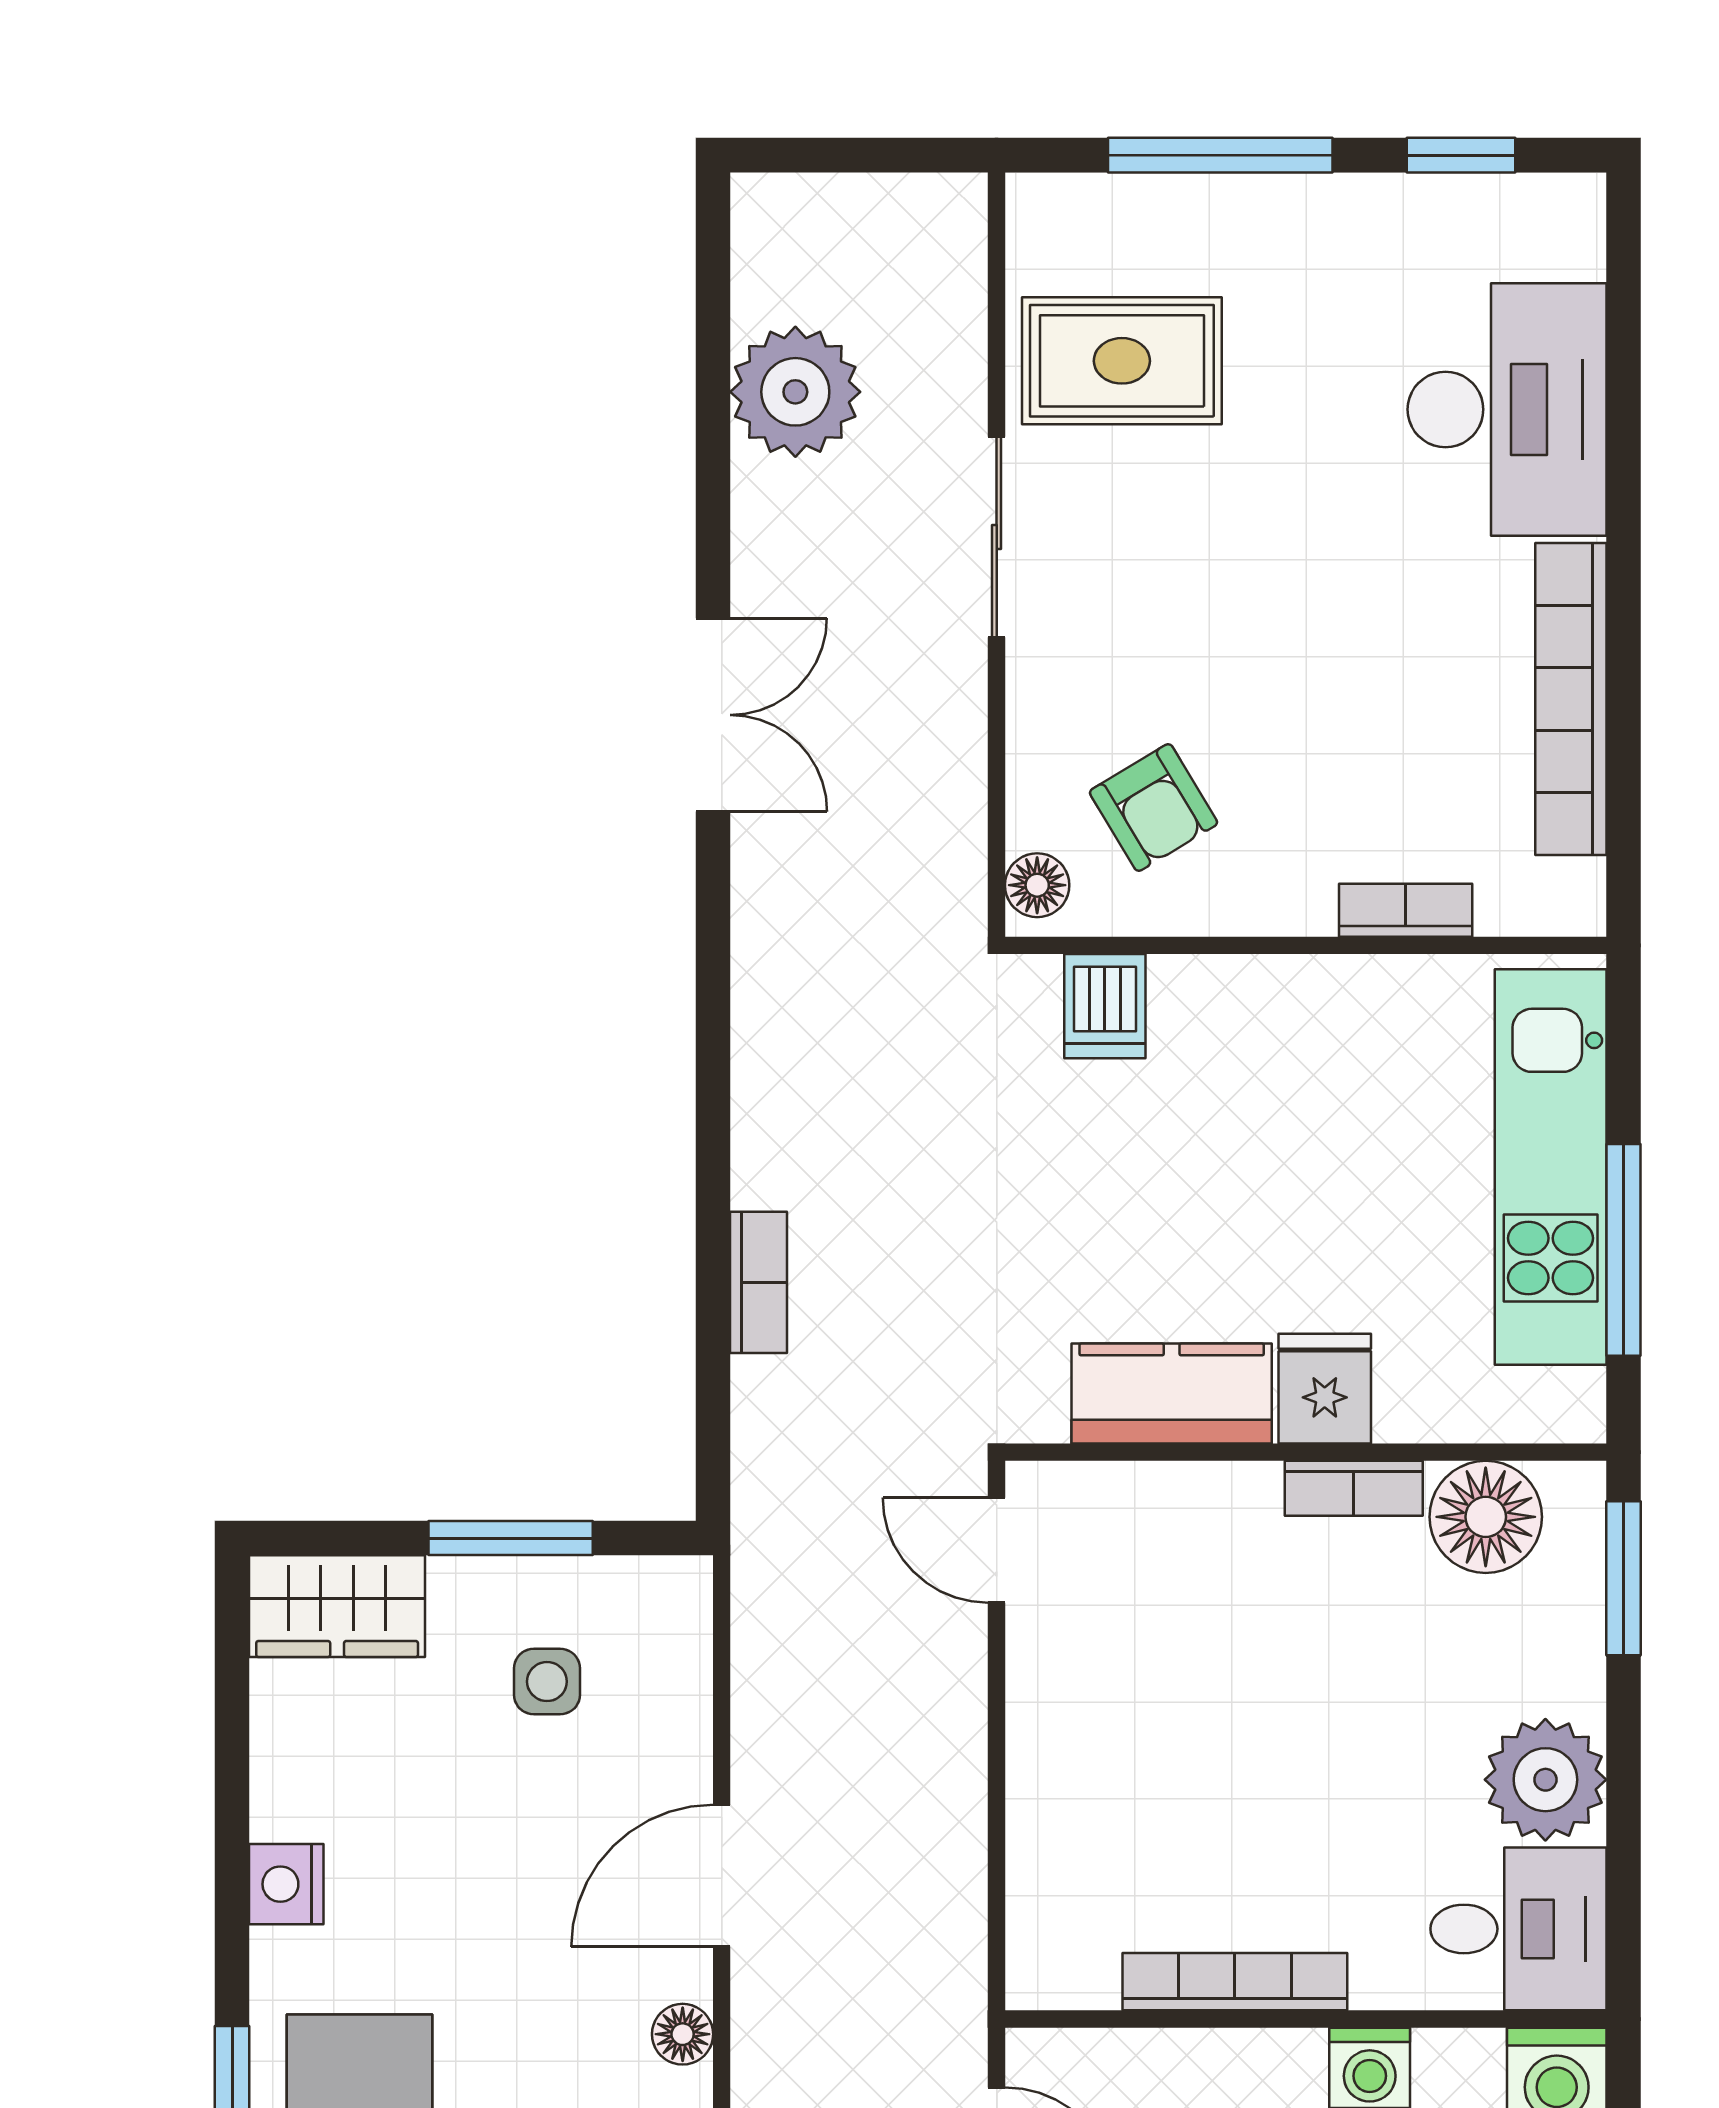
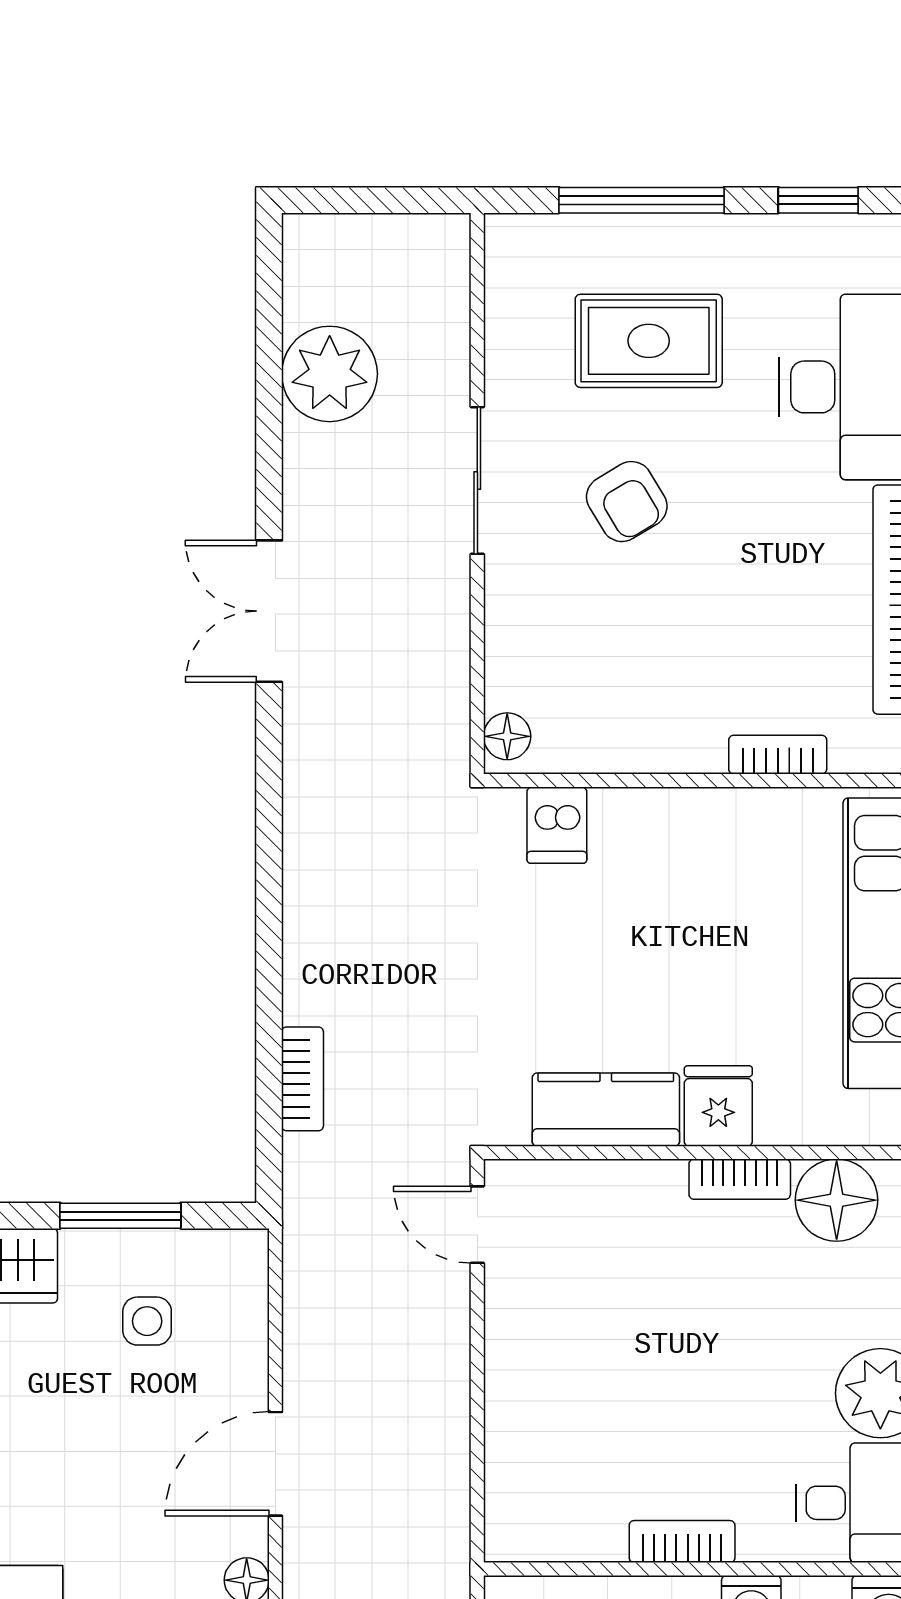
rug: (1122, 361) -> (649, 341), moved
double door: (713, 715) -> (269, 611), swing flipped
armchair: (1154, 808) -> (627, 502), moved
bookcase: (759, 1282) -> (302, 1079), moved
bookcase: (1235, 1982) -> (682, 1542), width x0.64

